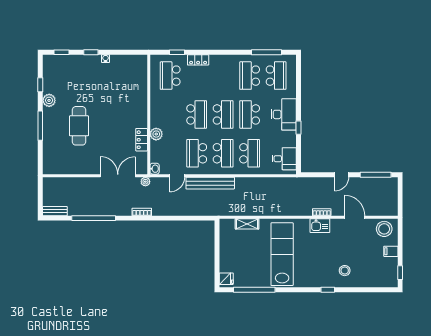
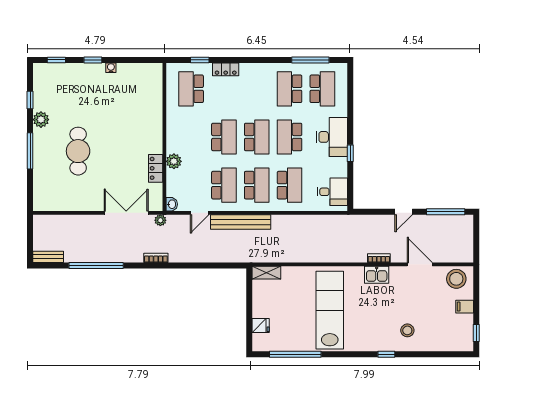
school desk: (197, 153) -> (224, 185), turned 180
shelving: (247, 224) -> (266, 273), moved
fridge: (226, 279) -> (261, 325), moved

